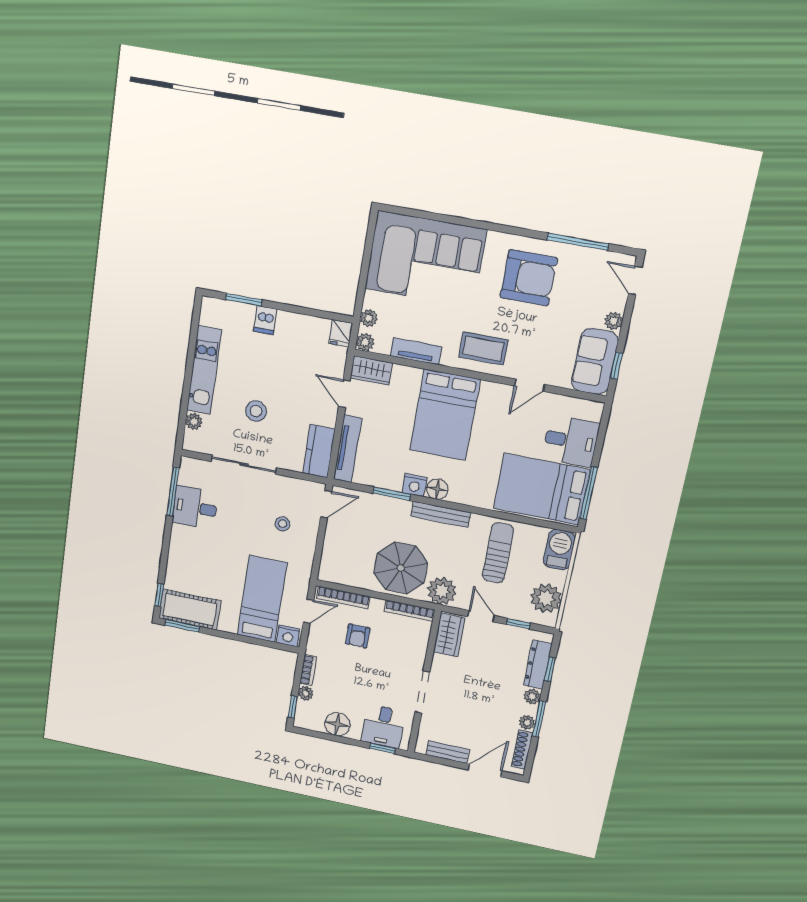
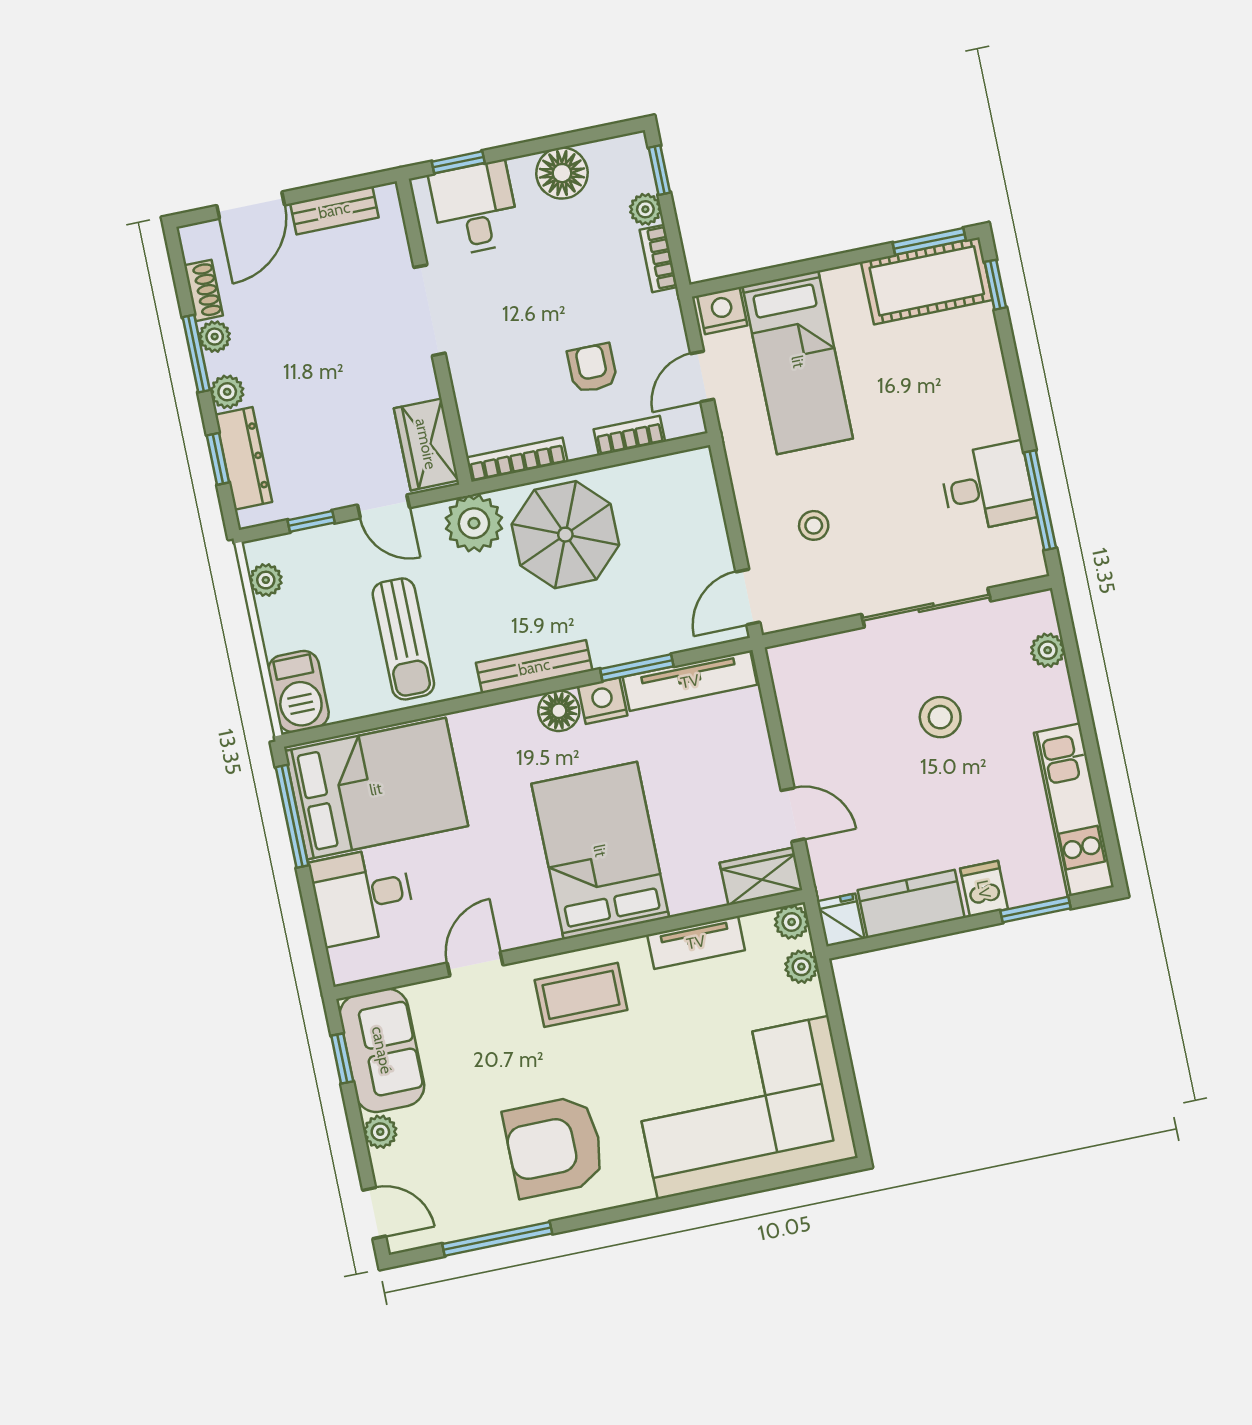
kitchen unit: (204, 370) -> (1074, 810), moved
tv unit: (348, 449) -> (690, 681), moved, turned -90
kitchen counter: (319, 451) -> (911, 904), moved, turned -90
bookcase: (343, 598) -> (629, 436), width x0.64
plant: (546, 598) -> (266, 580), width x0.53, depth x0.53
shoe rack: (522, 750) -> (203, 290), width x0.70

